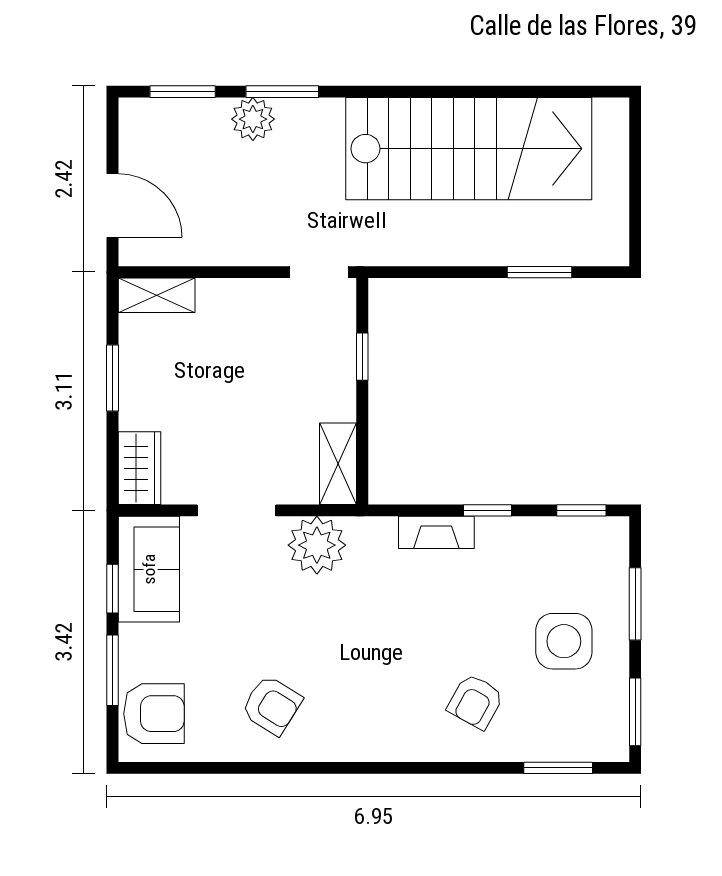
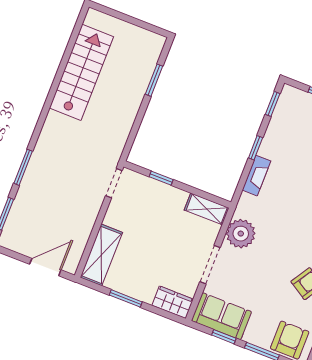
plant: (253, 119) -> (31, 186), removed
stairs: (469, 149) -> (81, 72), width x0.73, depth x0.66
shelving: (157, 295) -> (101, 255), width x1.50, depth x1.33

